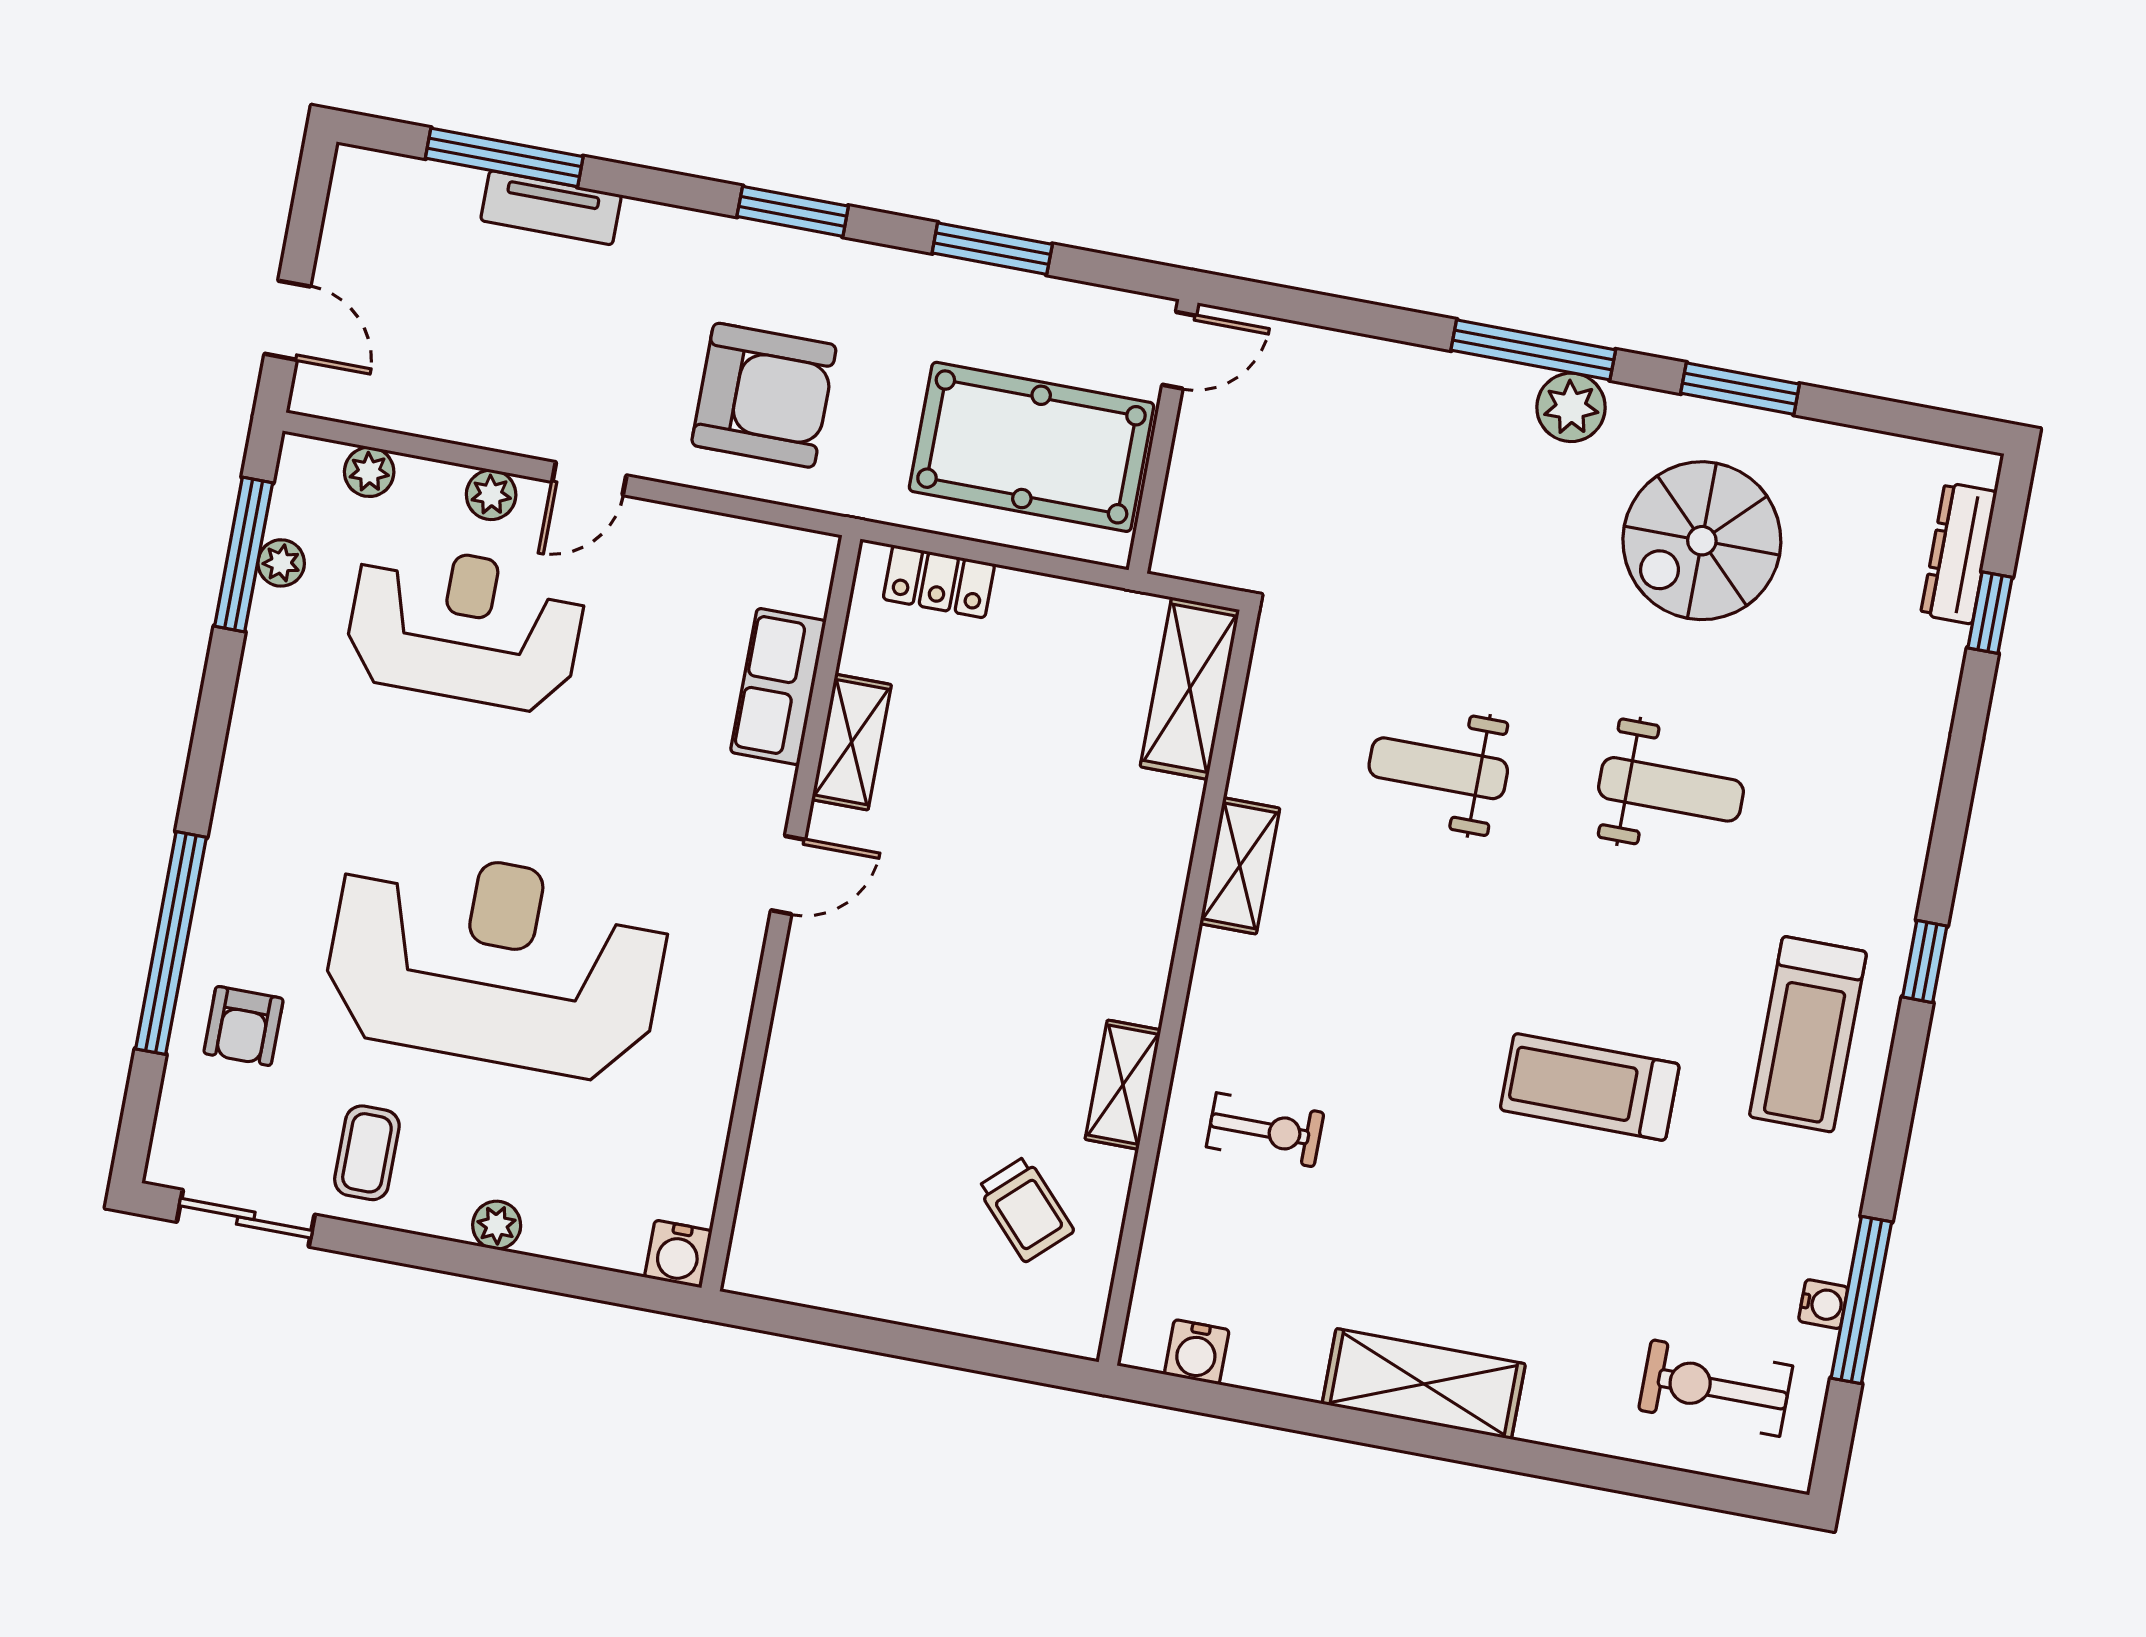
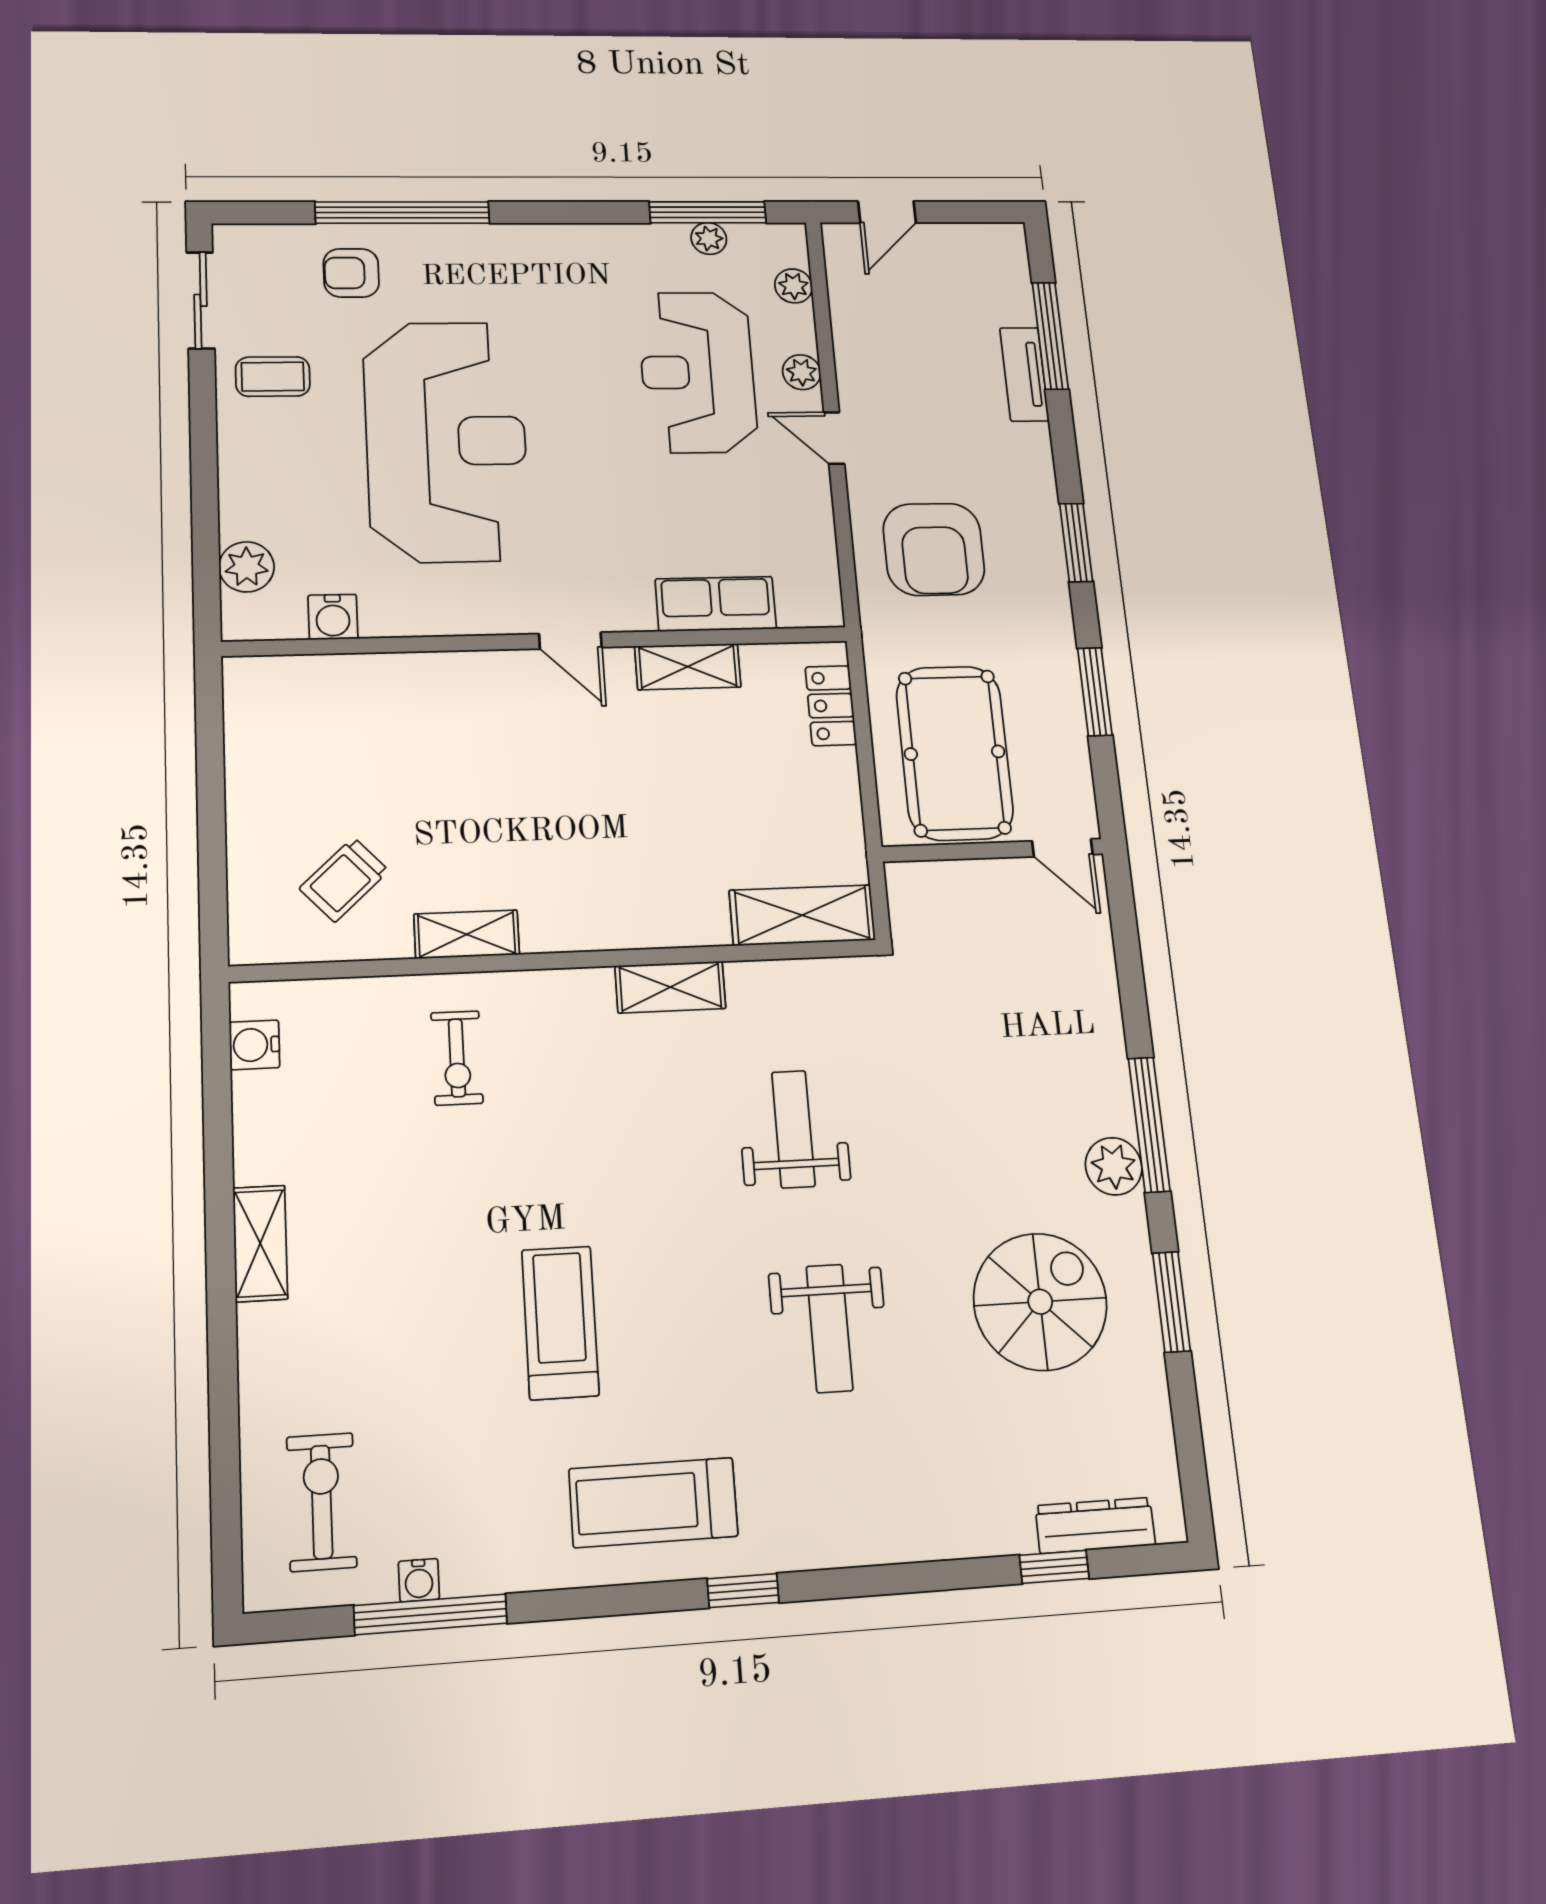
spiral stairs: (1702, 541) -> (1040, 1302), turned 90
reception desk: (465, 627) -> (697, 372), turned 180
plant: (497, 1225) -> (247, 567), moved, width x1.38, depth x1.38
water cooler: (678, 1254) -> (333, 617), moved, turned -90
shelving: (1424, 1384) -> (260, 1243), width x0.67, depth x0.75

